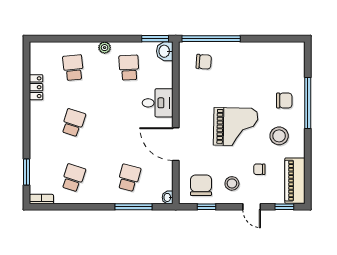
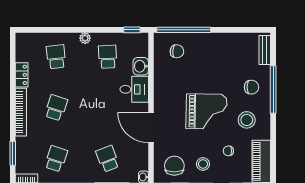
window: (155, 39) -> (132, 30), width x0.67
washbasin: (165, 51) -> (141, 66), moved
bench: (299, 60) -> (265, 50), added
bookcase: (35, 127) -> (21, 112), added
school desk: (129, 178) -> (108, 159), turned -36

